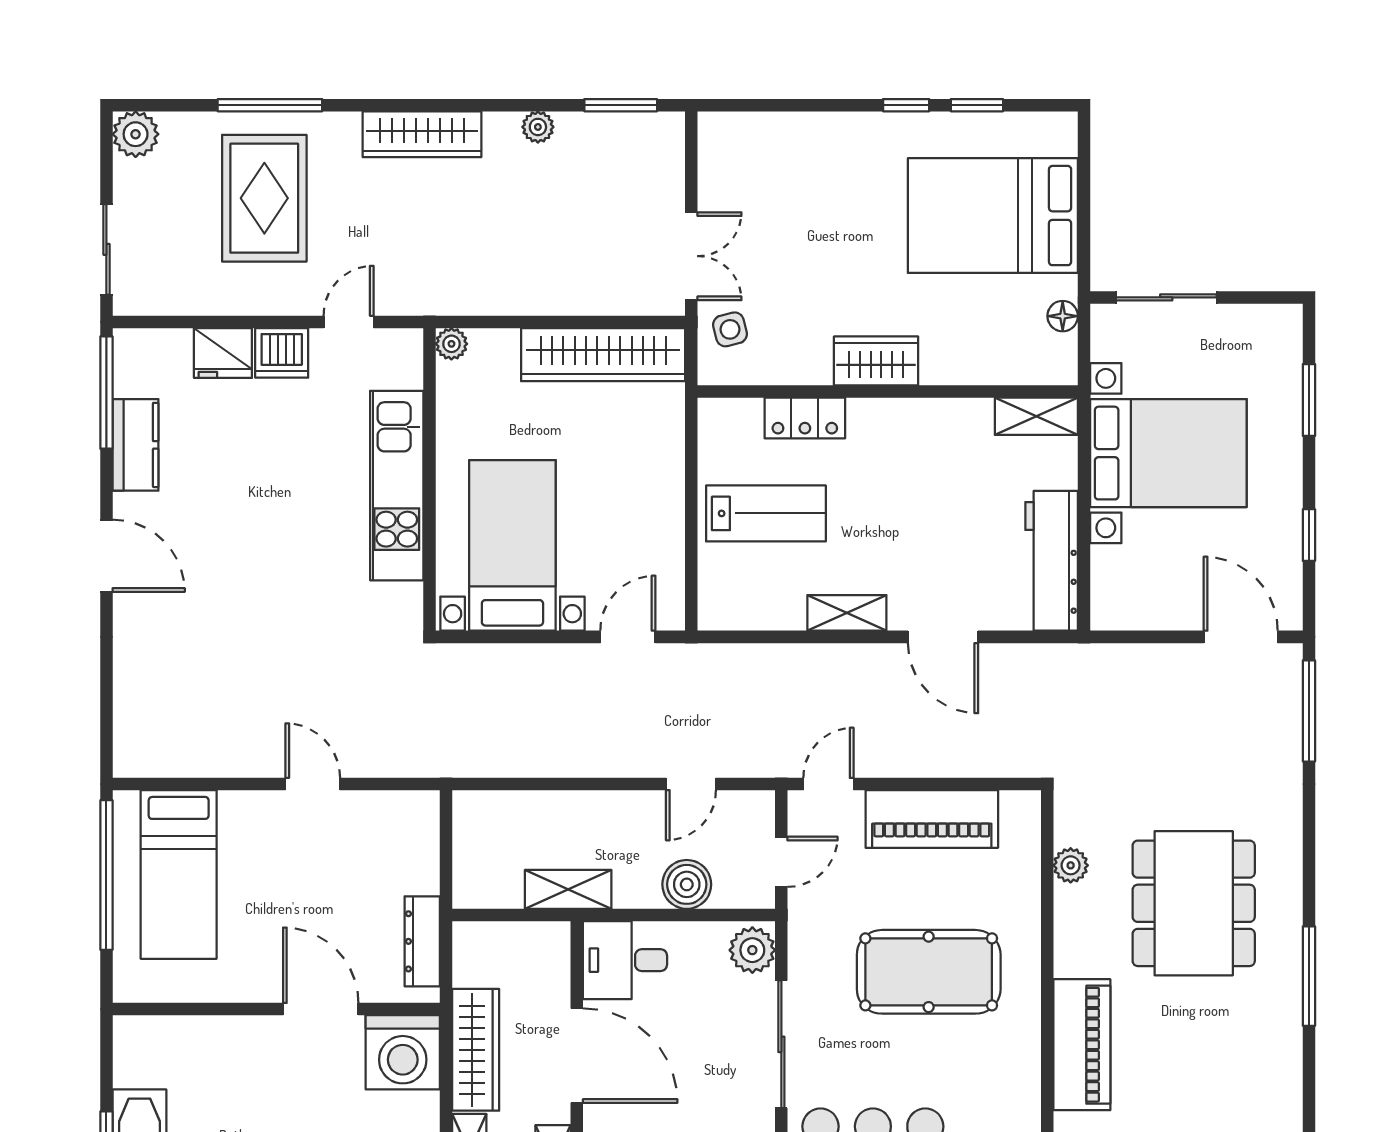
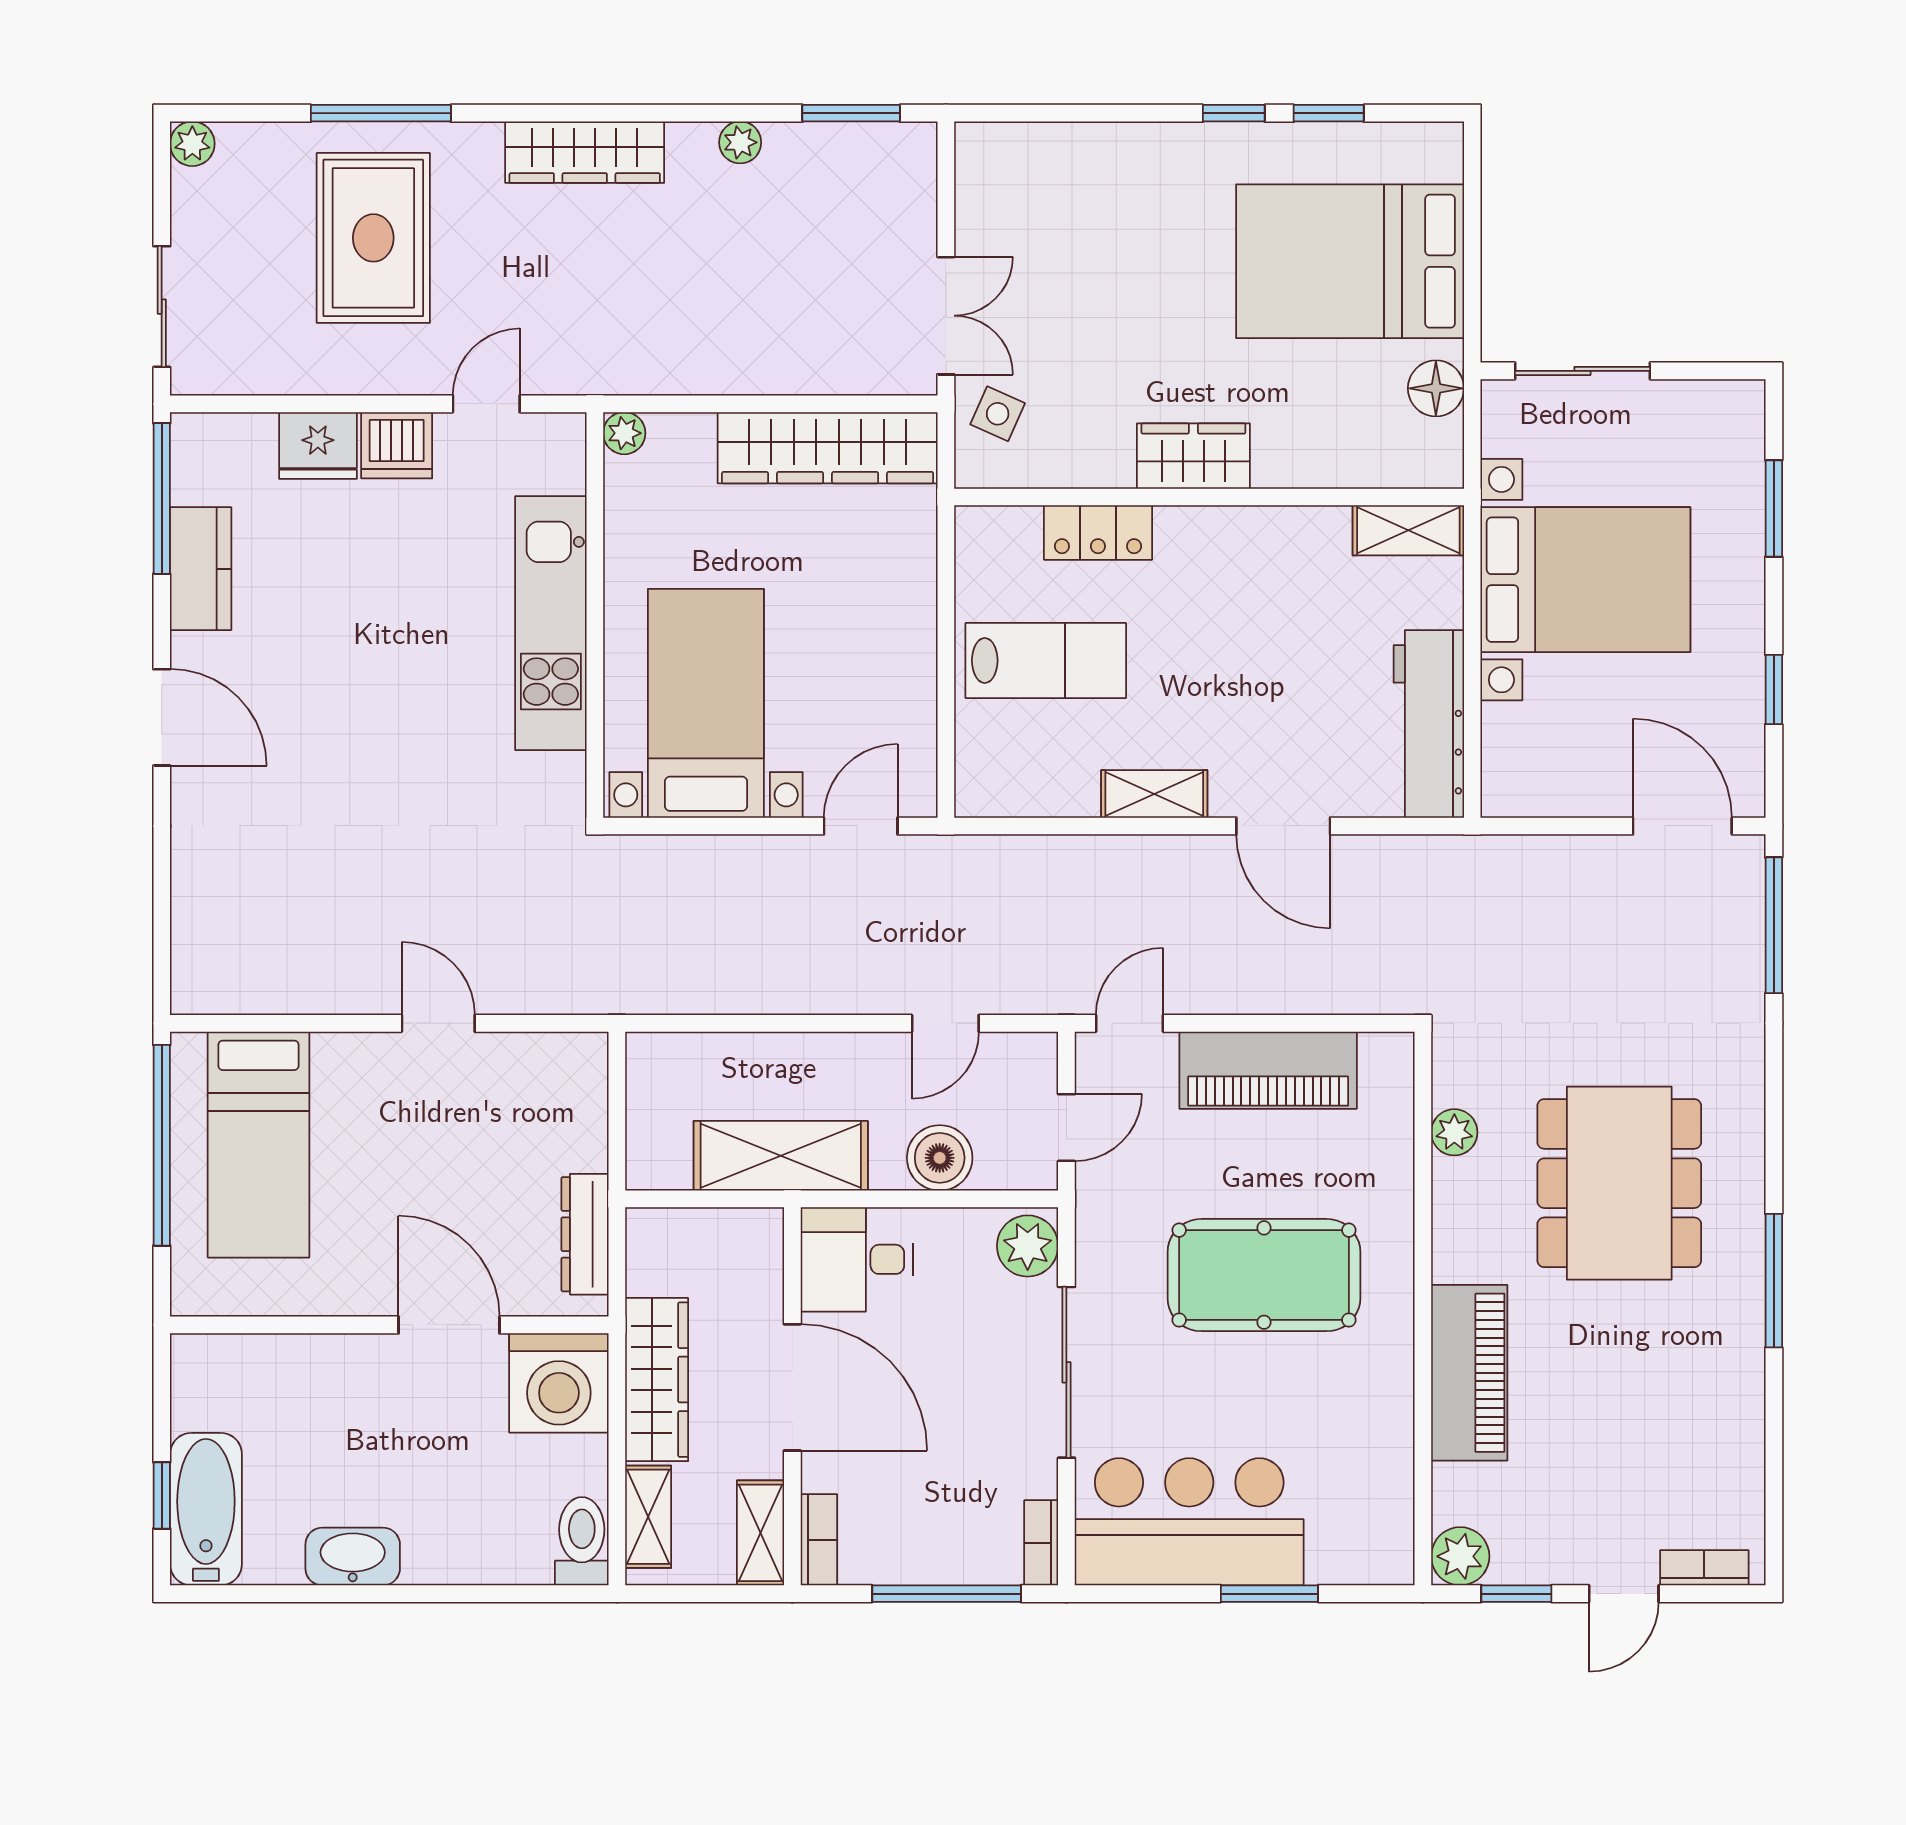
plant: (136, 134) -> (192, 144), width x0.73, depth x0.73
floor lamp: (1063, 316) -> (1436, 388), width x1.37, depth x1.37
side table: (730, 329) -> (998, 414), turned 38
shelving: (568, 889) -> (781, 1156), width x1.50, depth x1.33

